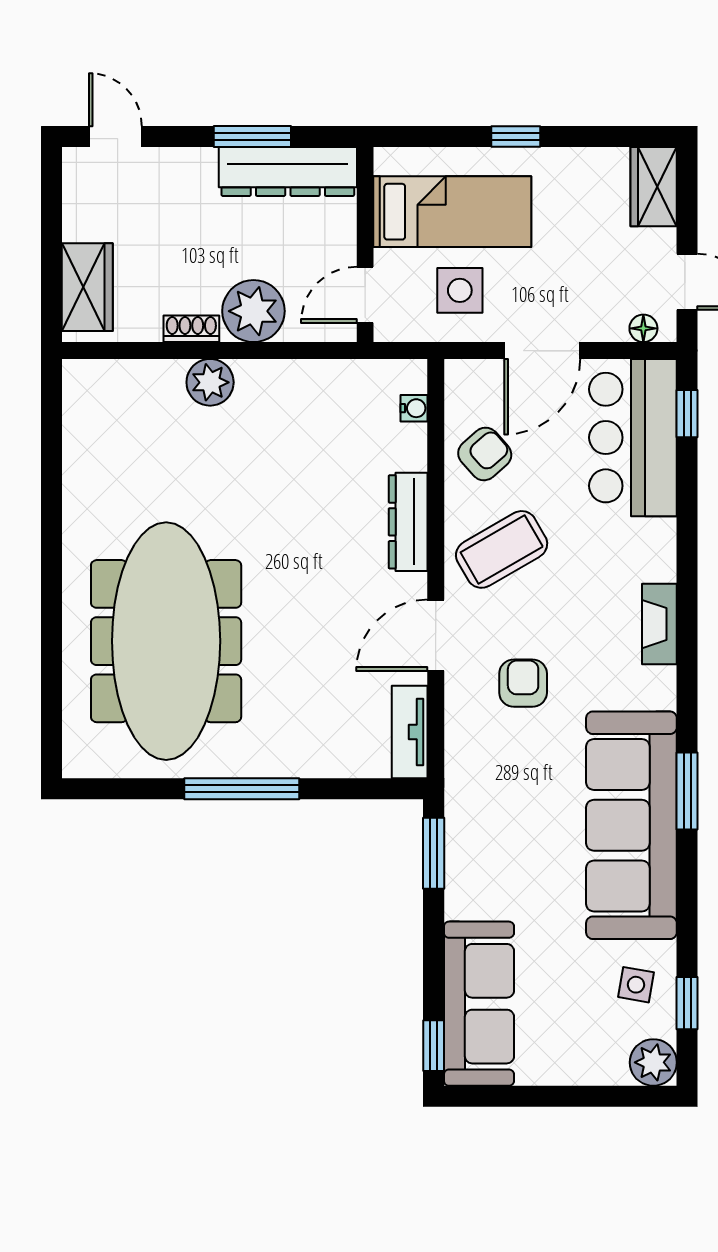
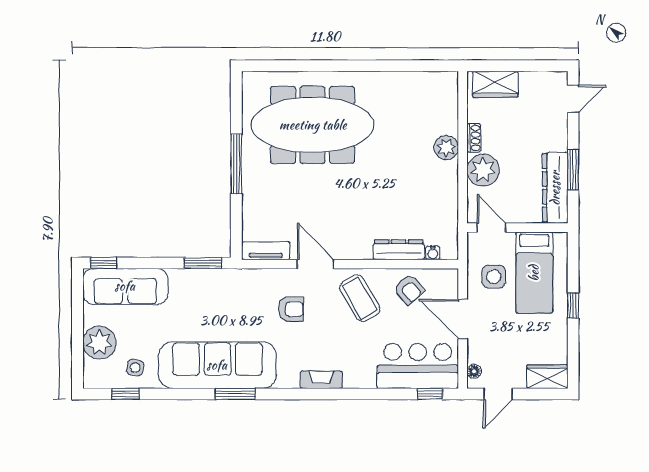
dresser: (408, 522) -> (399, 250), moved
plant: (653, 1062) -> (99, 343), moved, width x1.36, depth x1.36

